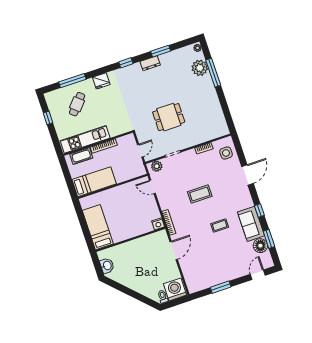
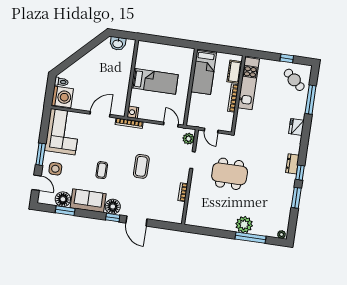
window: (126, 63) -> (300, 173), moved
dresser: (150, 63) -> (292, 164), moved
plant: (200, 68) -> (244, 225), moved
cafe table: (77, 104) -> (294, 80), moved
dining table: (169, 117) -> (230, 174), width x1.38
side table: (226, 153) -> (55, 169), moved
door: (152, 187) -> (171, 125), hinge flipped
floor lamp: (245, 201) -> (113, 207), added
window: (259, 210) -> (113, 218), moved
bed: (98, 227) -> (155, 81), moved
door: (174, 251) -> (100, 114), swing flipped
corner sofa: (204, 274) -> (63, 132), added
window: (221, 287) -> (41, 154), moved

